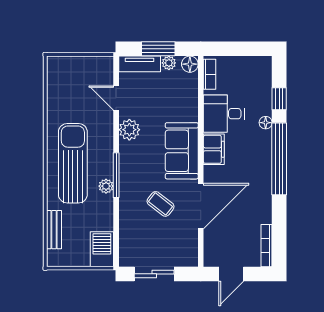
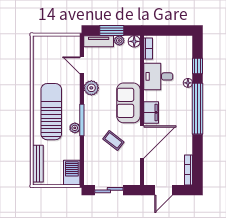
filing cabinet: (214, 149) -> (151, 112), moved
bench: (54, 230) -> (38, 164), width x1.36

